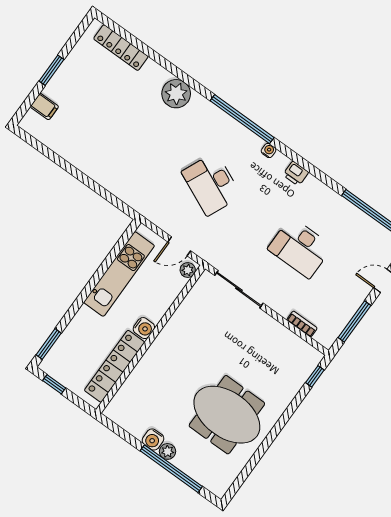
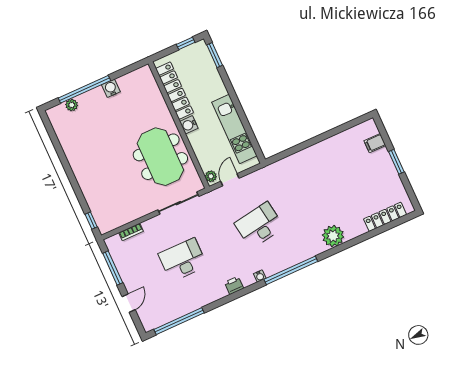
desk: (212, 184) -> (259, 225), turned -33
meeting table: (227, 415) -> (160, 157), moved, turned 90
plant: (168, 451) -> (72, 105), moved

